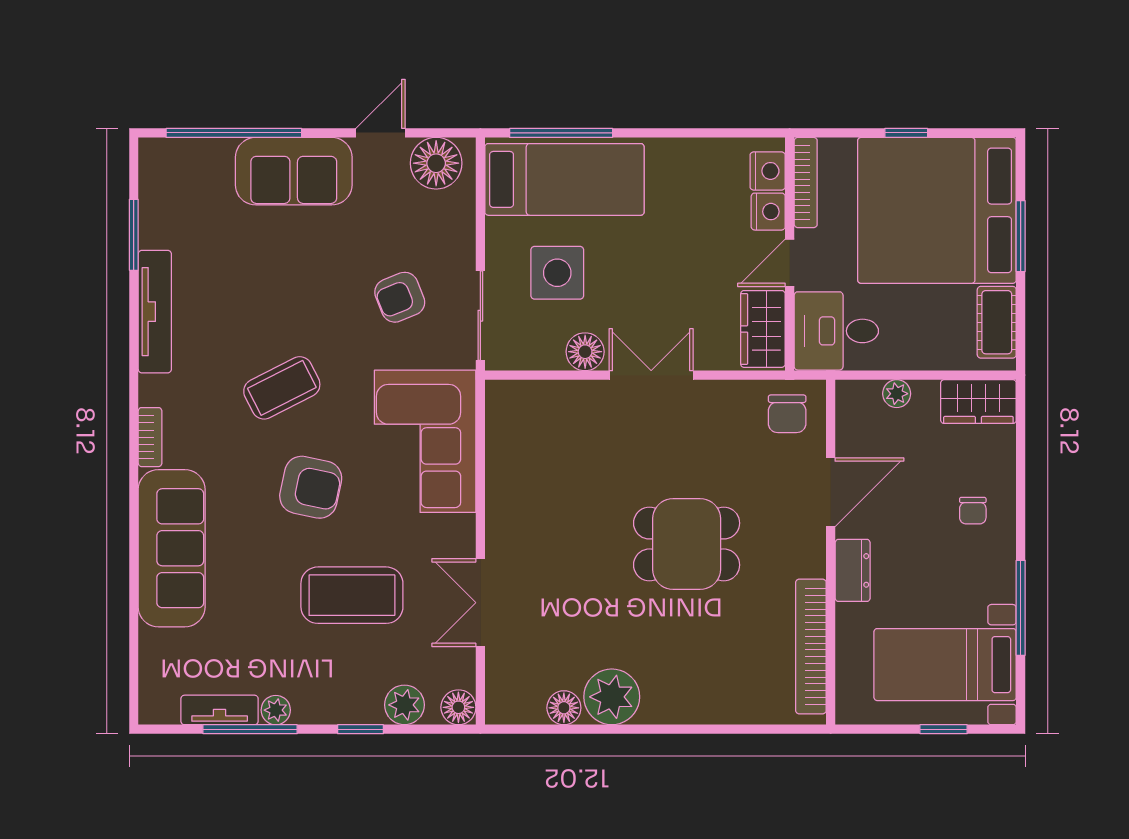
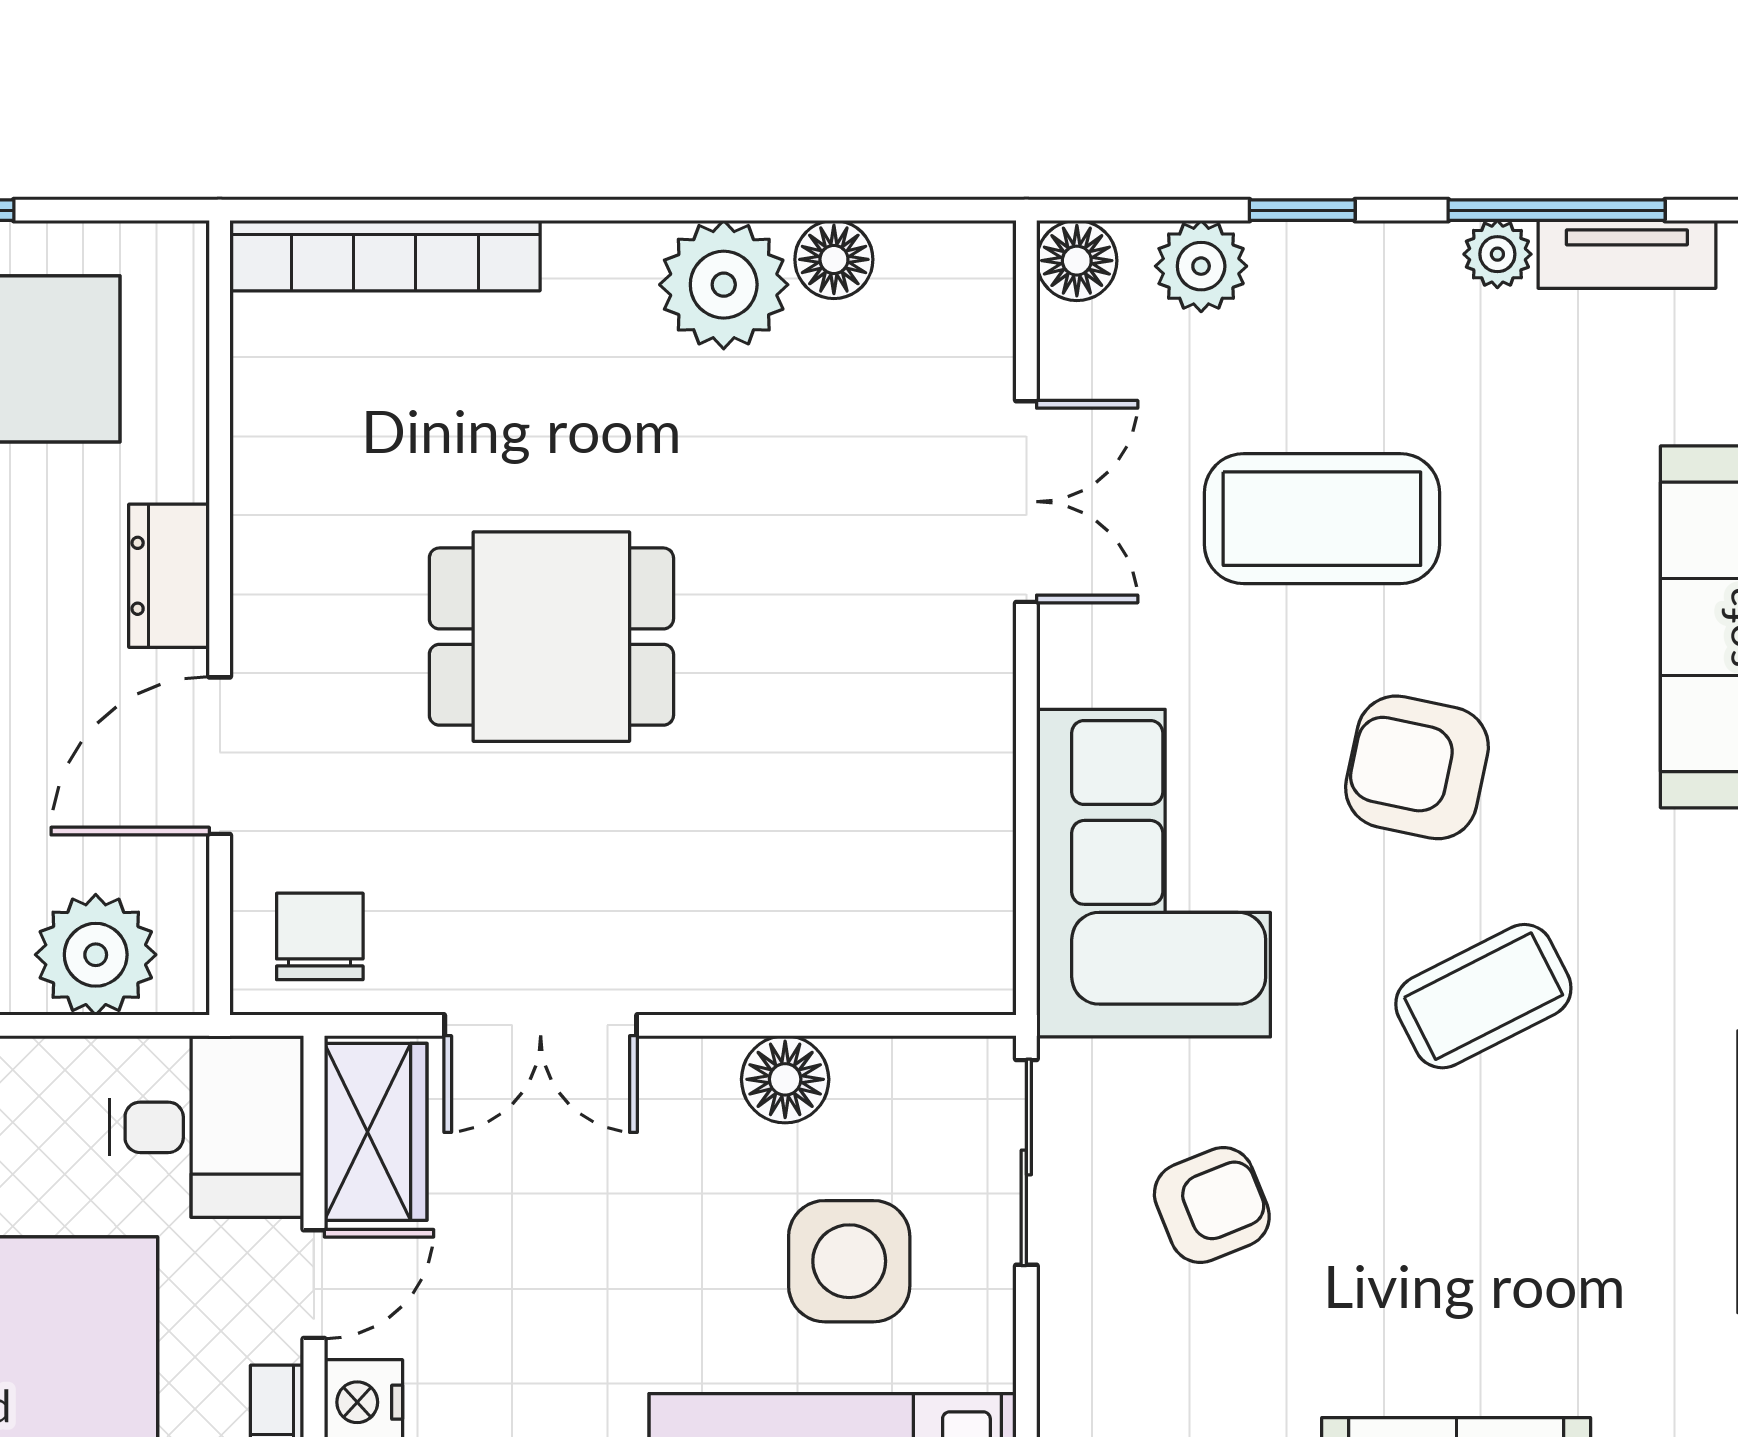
double door: (651, 375) -> (541, 1025), moved
plant: (897, 394) -> (96, 955), width x1.88, depth x1.88
bookcase: (811, 646) -> (385, 256), moved, turned 90

